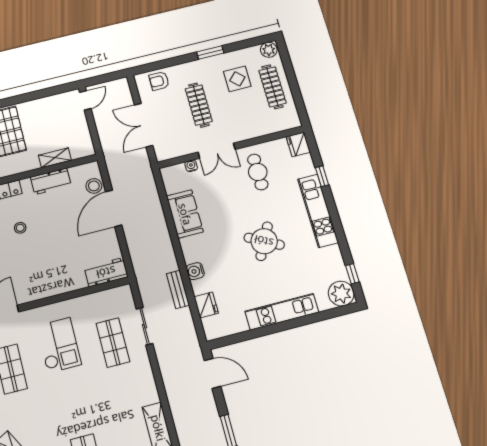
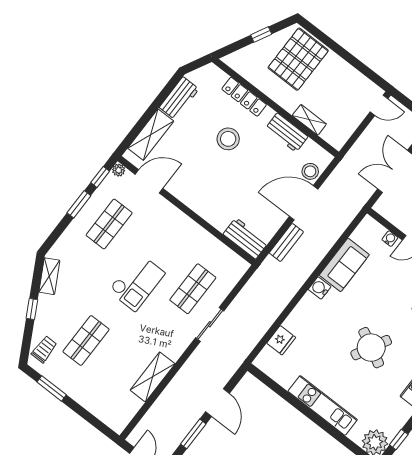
stool: (20, 228) -> (228, 139), width x1.89, depth x1.89
water cooler: (195, 271) -> (320, 288), moved
bench: (178, 289) -> (286, 242), moved
sliding door: (145, 326) -> (210, 324), moved
checkout: (59, 345) -> (137, 282), moved
door: (212, 373) -> (218, 402), moved

